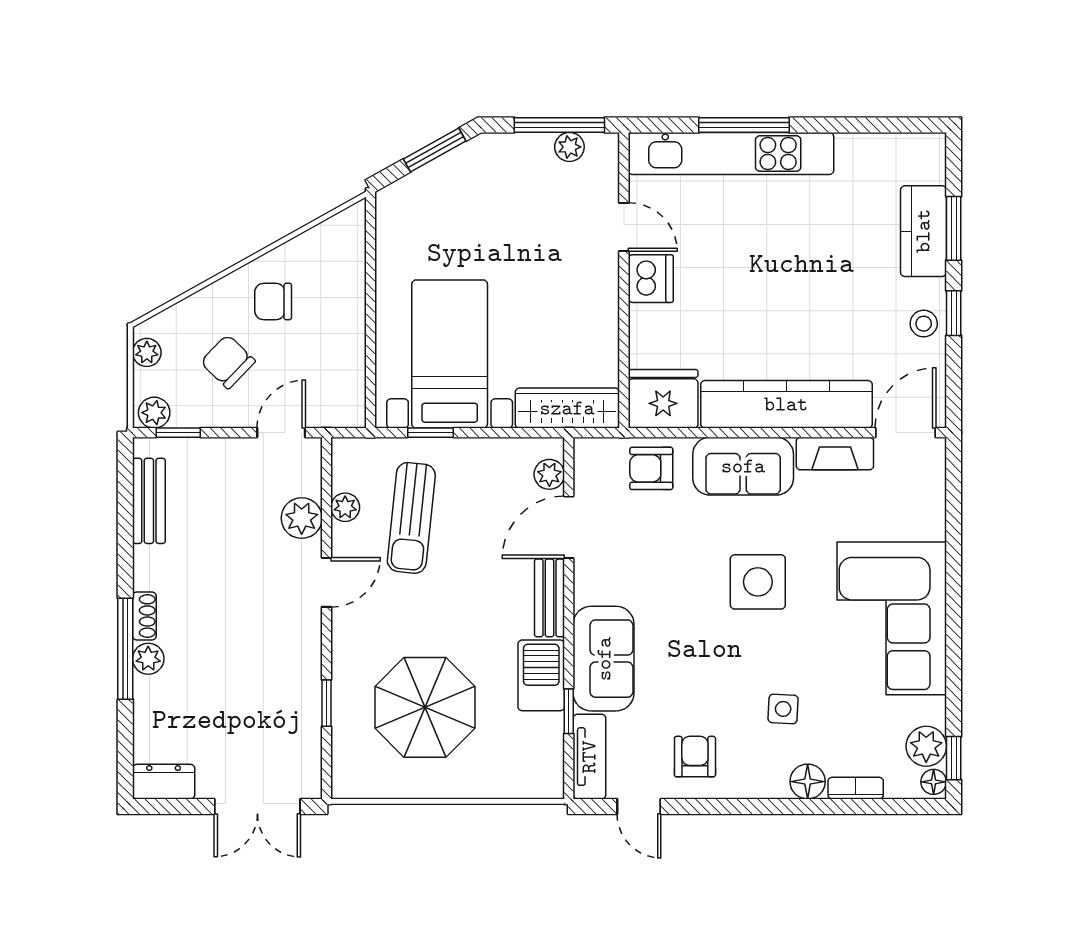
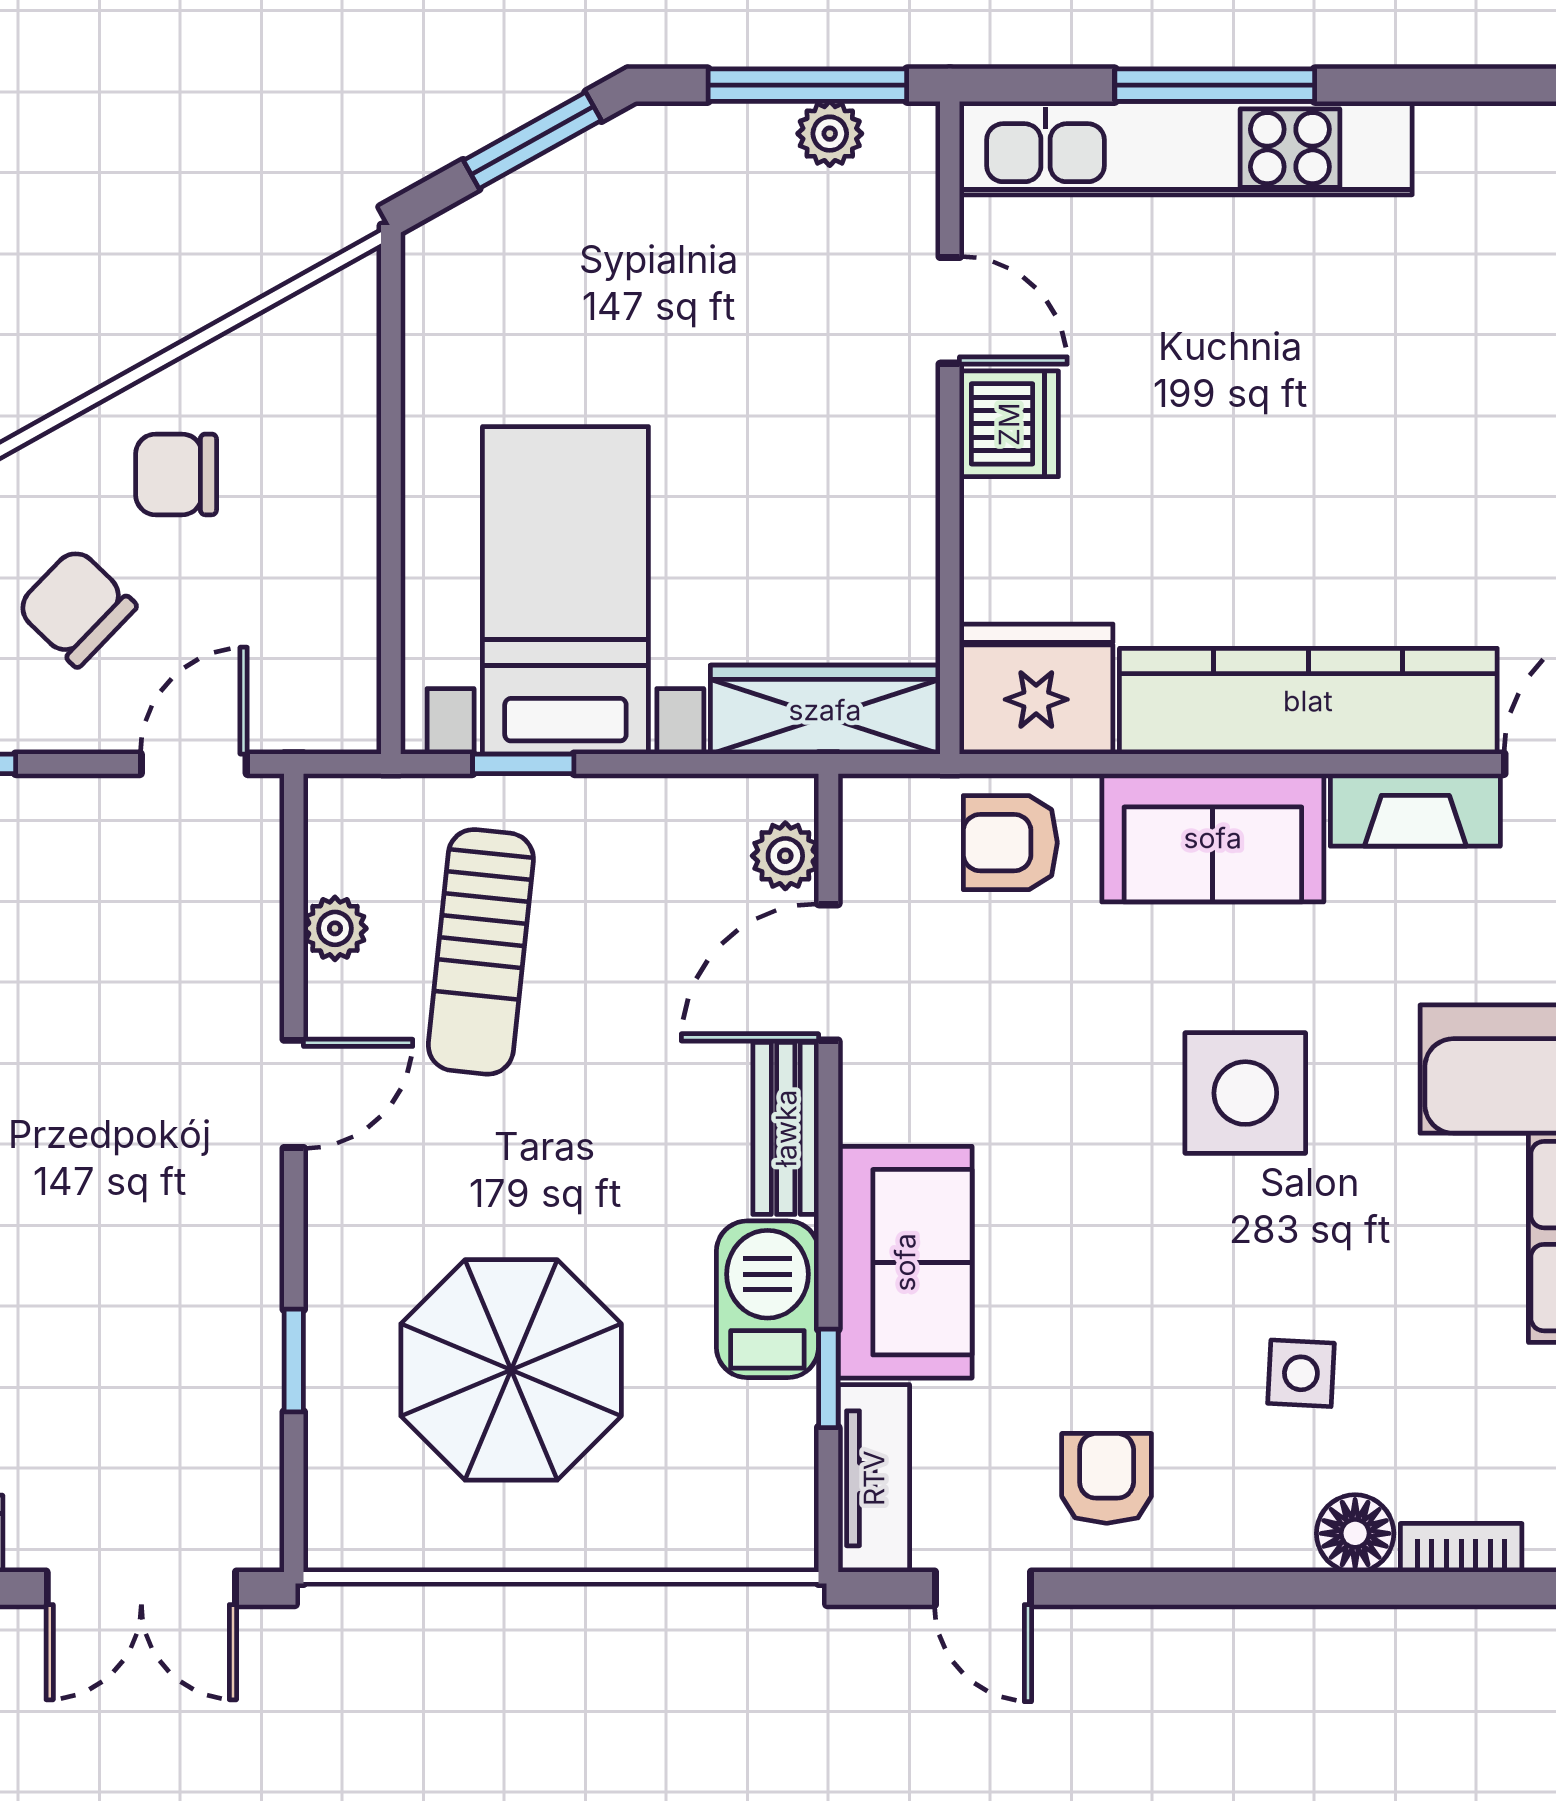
plant: (302, 518) -> (239, 952), removed

